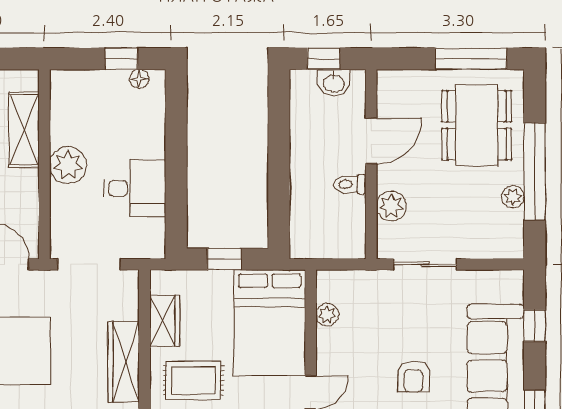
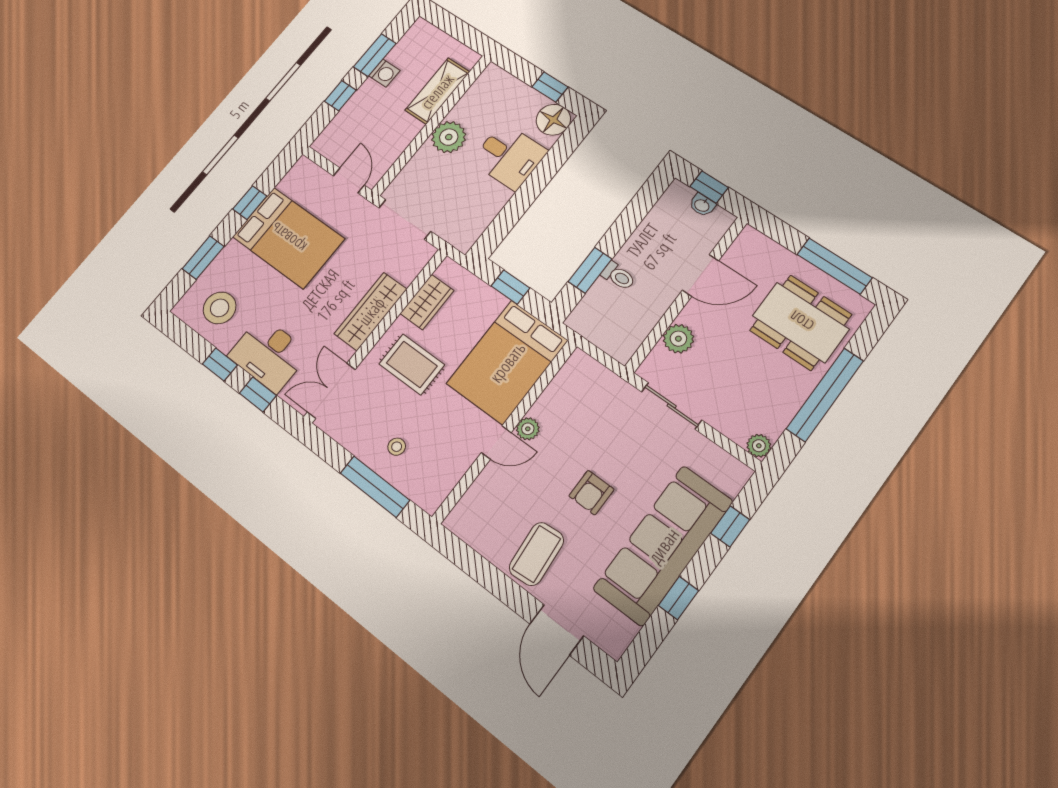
floor lamp: (139, 79) -> (553, 120), width x1.89, depth x1.89
washbasin: (334, 83) -> (702, 205), width x0.72, depth x0.69
dining table: (477, 125) -> (801, 322), turned 90
toilet: (350, 184) -> (618, 276), moved, turned 180
desk: (135, 188) -> (509, 156), moved
plant: (513, 197) -> (759, 446), moved
window: (279, 199) -> (590, 270), added
plant: (327, 315) -> (528, 429), moved

